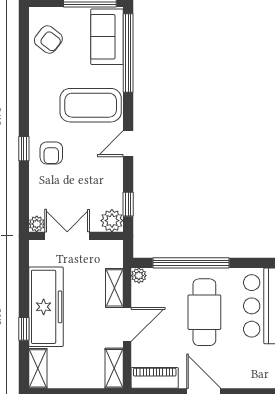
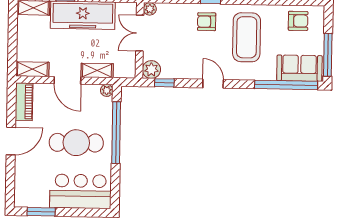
armchair: (48, 39) -> (298, 21), turned -128
coffee table: (91, 105) -> (247, 37), moved
double door: (67, 236) -> (140, 33), swing flipped

